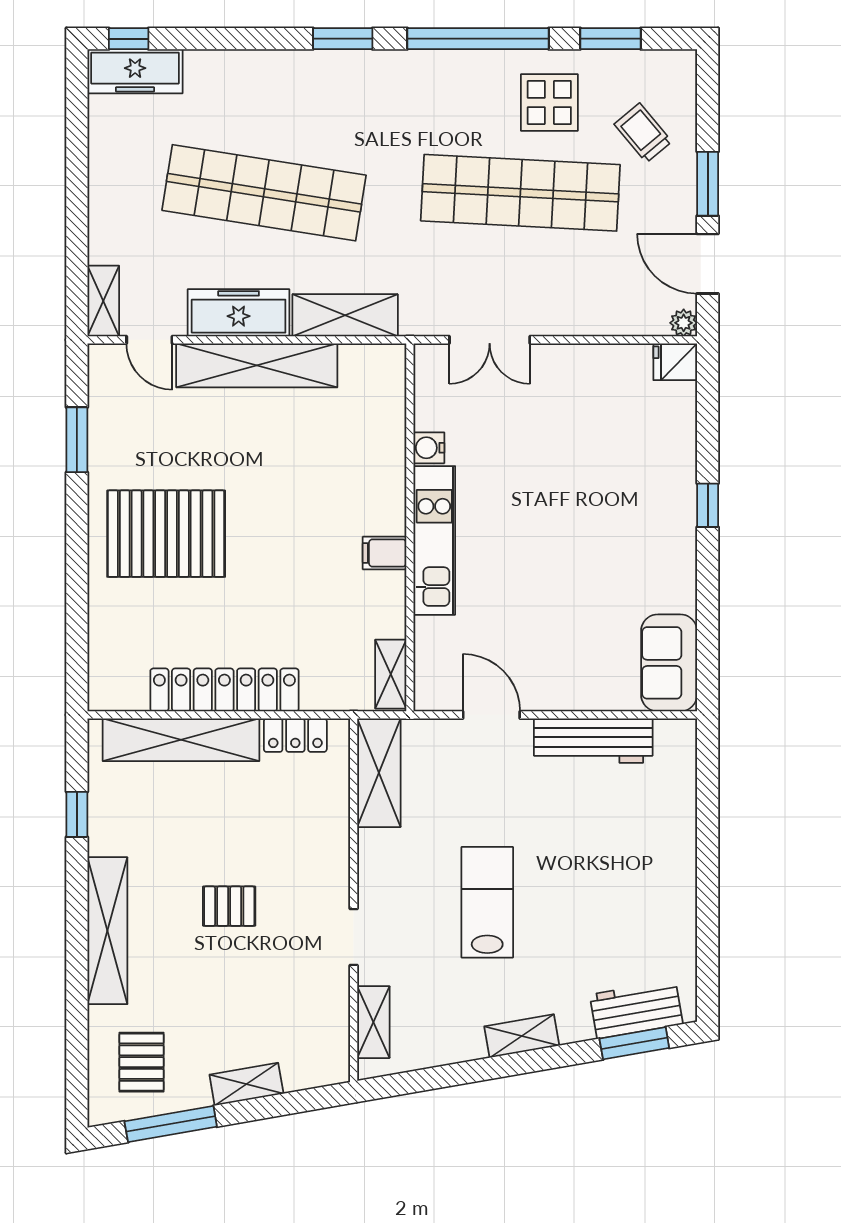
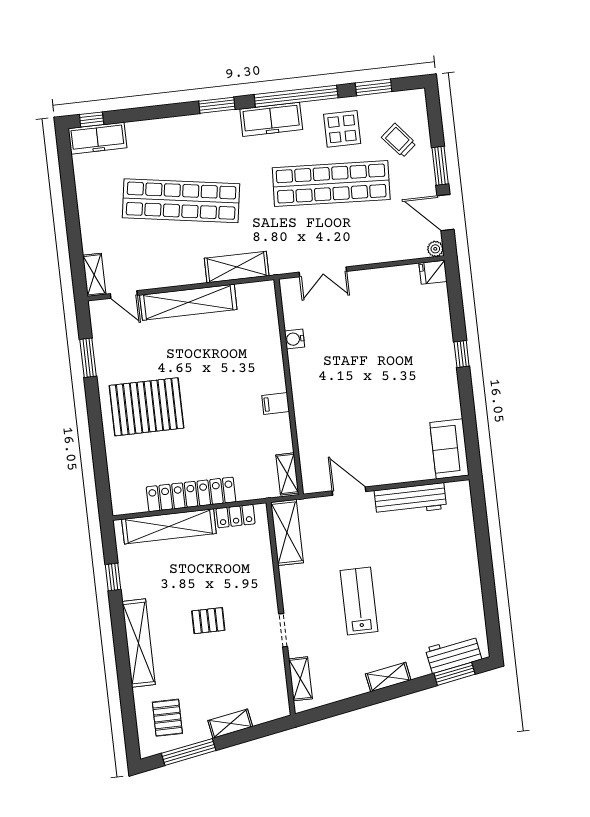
freezer: (239, 313) -> (271, 119), moved, turned 180
kitchen unit: (434, 540) -> (304, 393), removed

